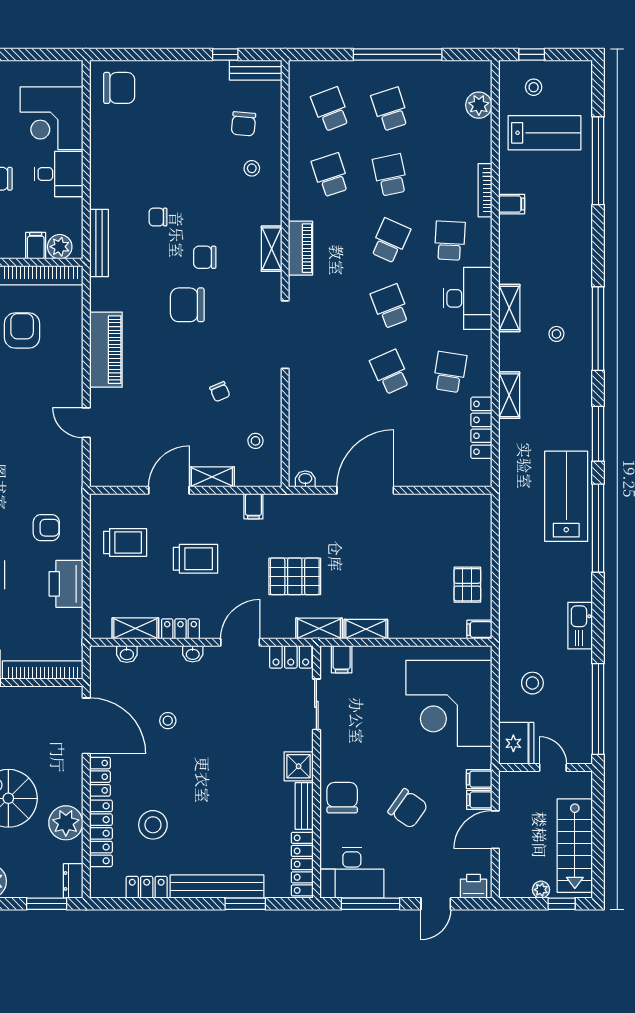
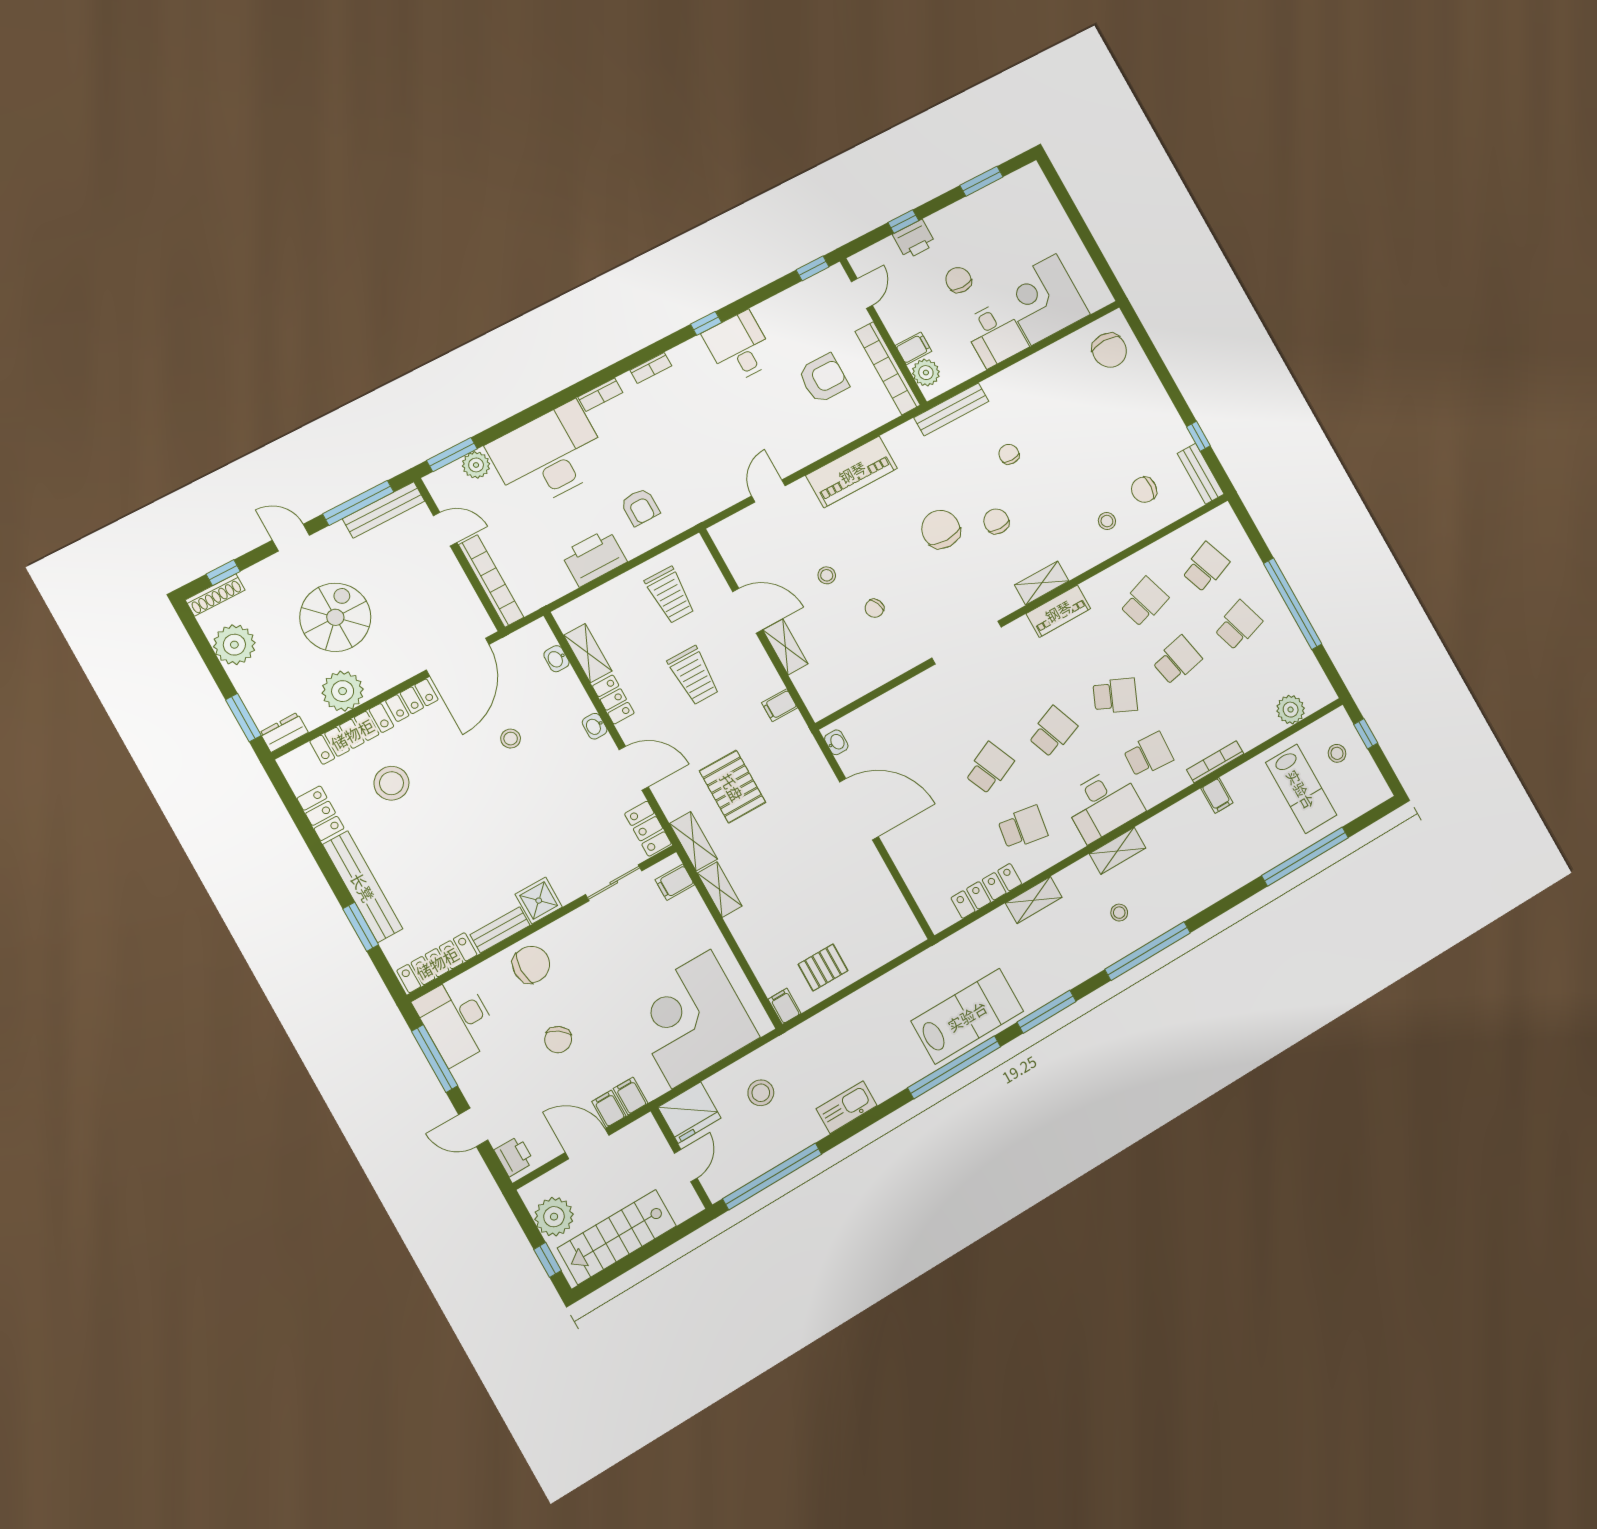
stool: (255, 441) -> (827, 575), moved
chair: (408, 809) -> (558, 1040), width x0.73, depth x0.73
plant: (541, 890) -> (554, 1217), width x1.88, depth x1.88

